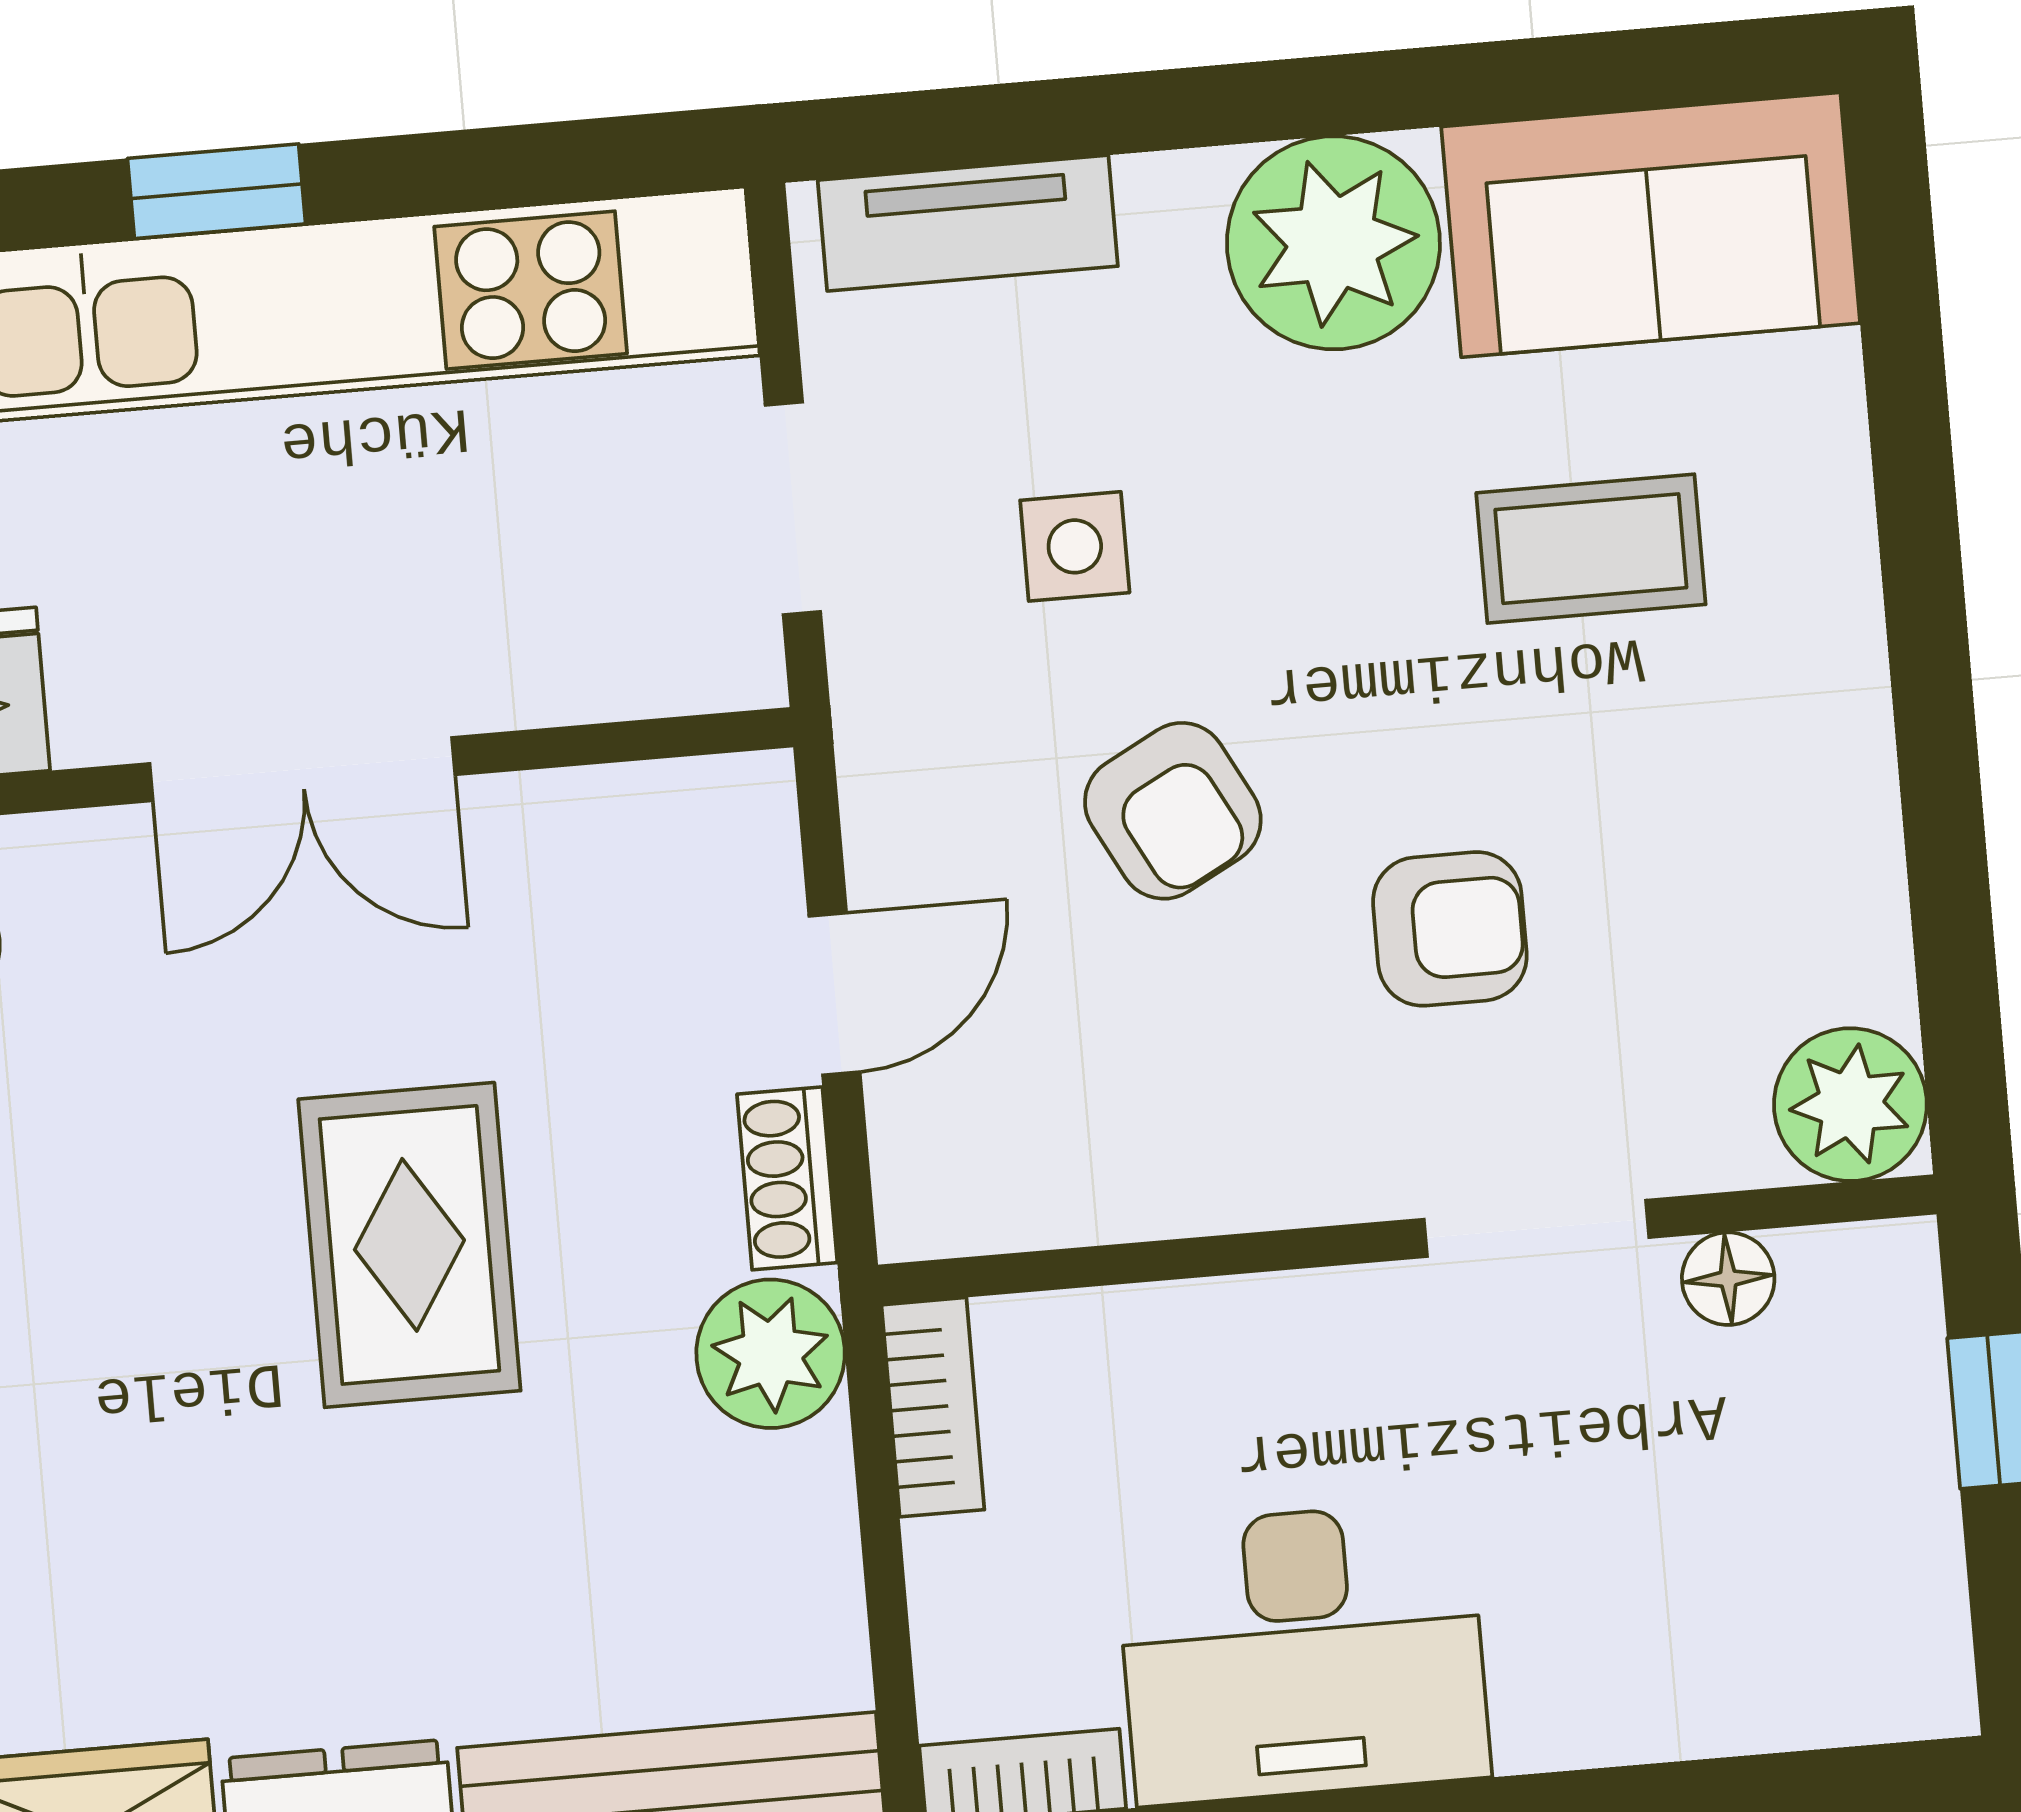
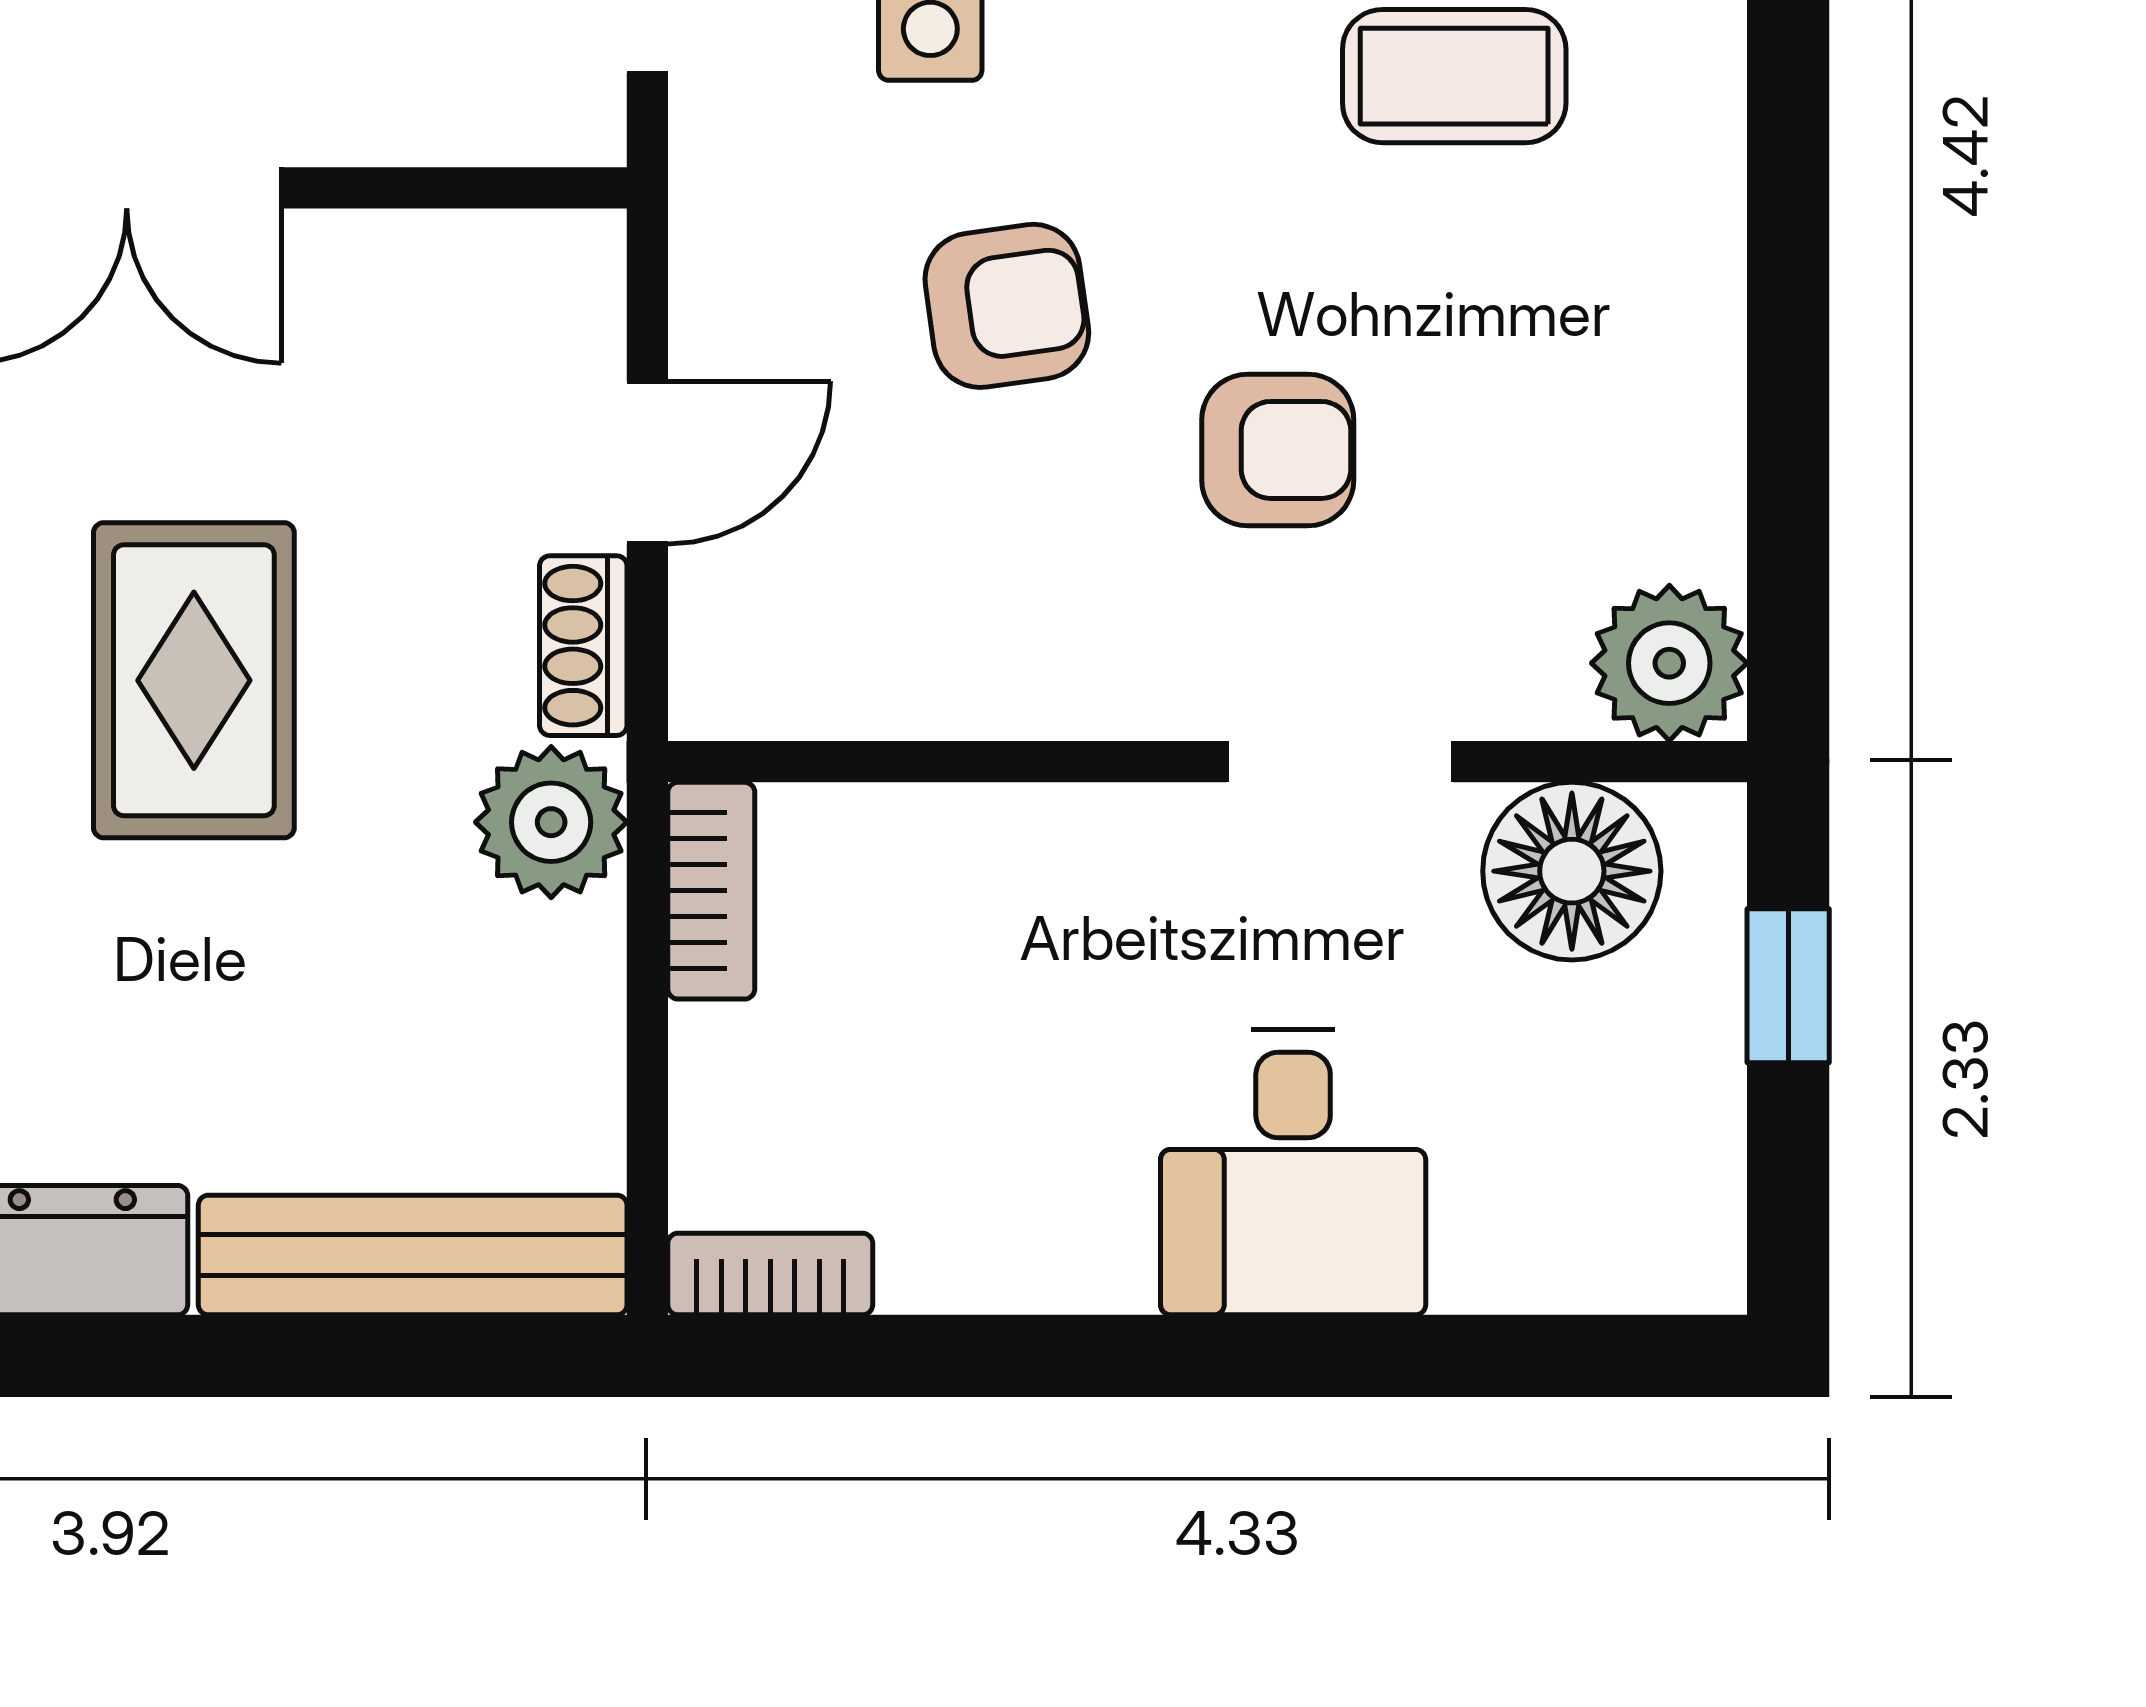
armchair: (1173, 811) -> (1007, 306), turned -70
floor lamp: (1728, 1279) -> (1572, 871), width x1.89, depth x1.89
desk: (1303, 1653) -> (1293, 1172), moved, width x0.73

